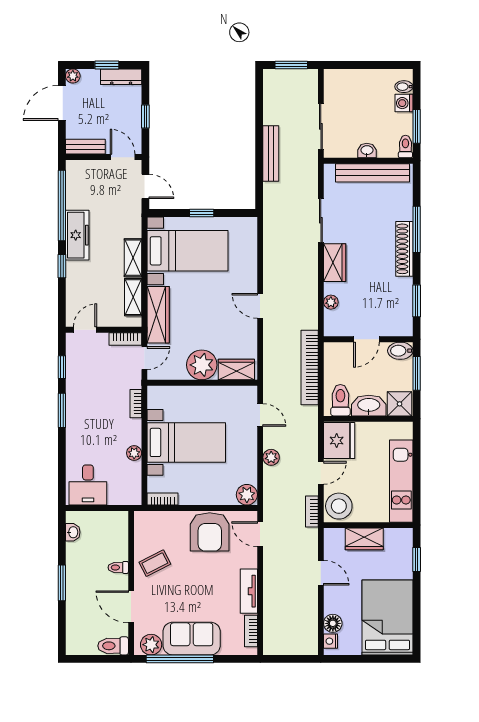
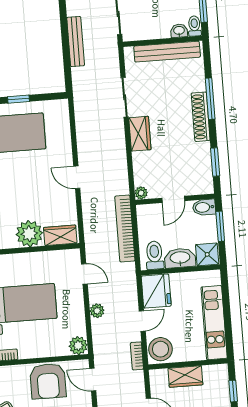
washbasin: (367, 151) -> (179, 31), moved
plant: (331, 302) -> (141, 193), moved

